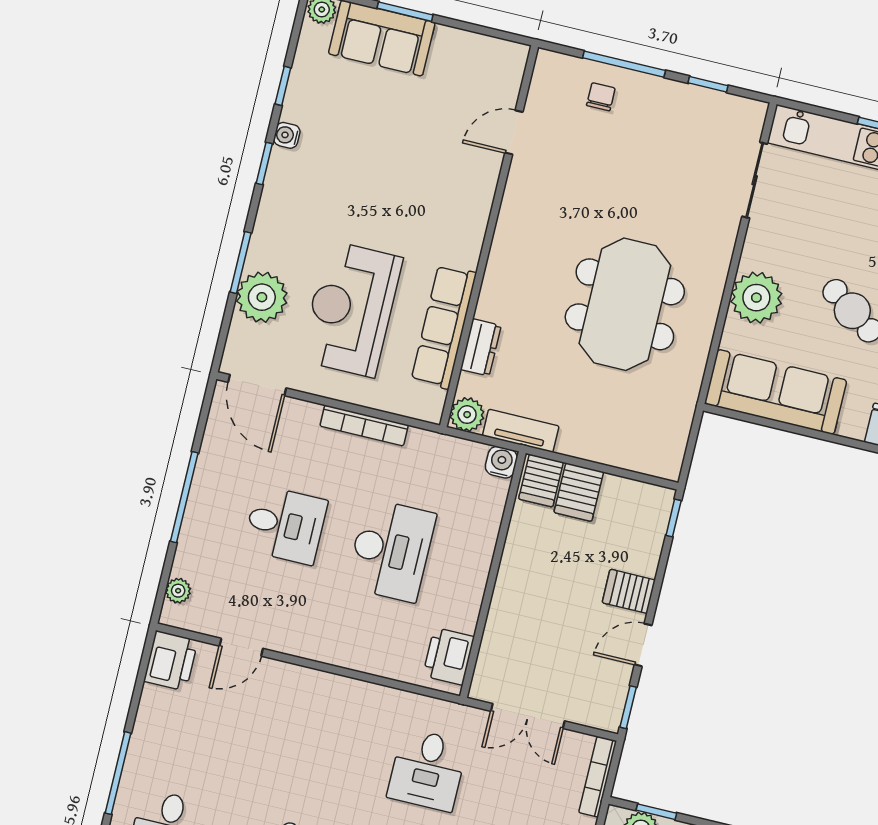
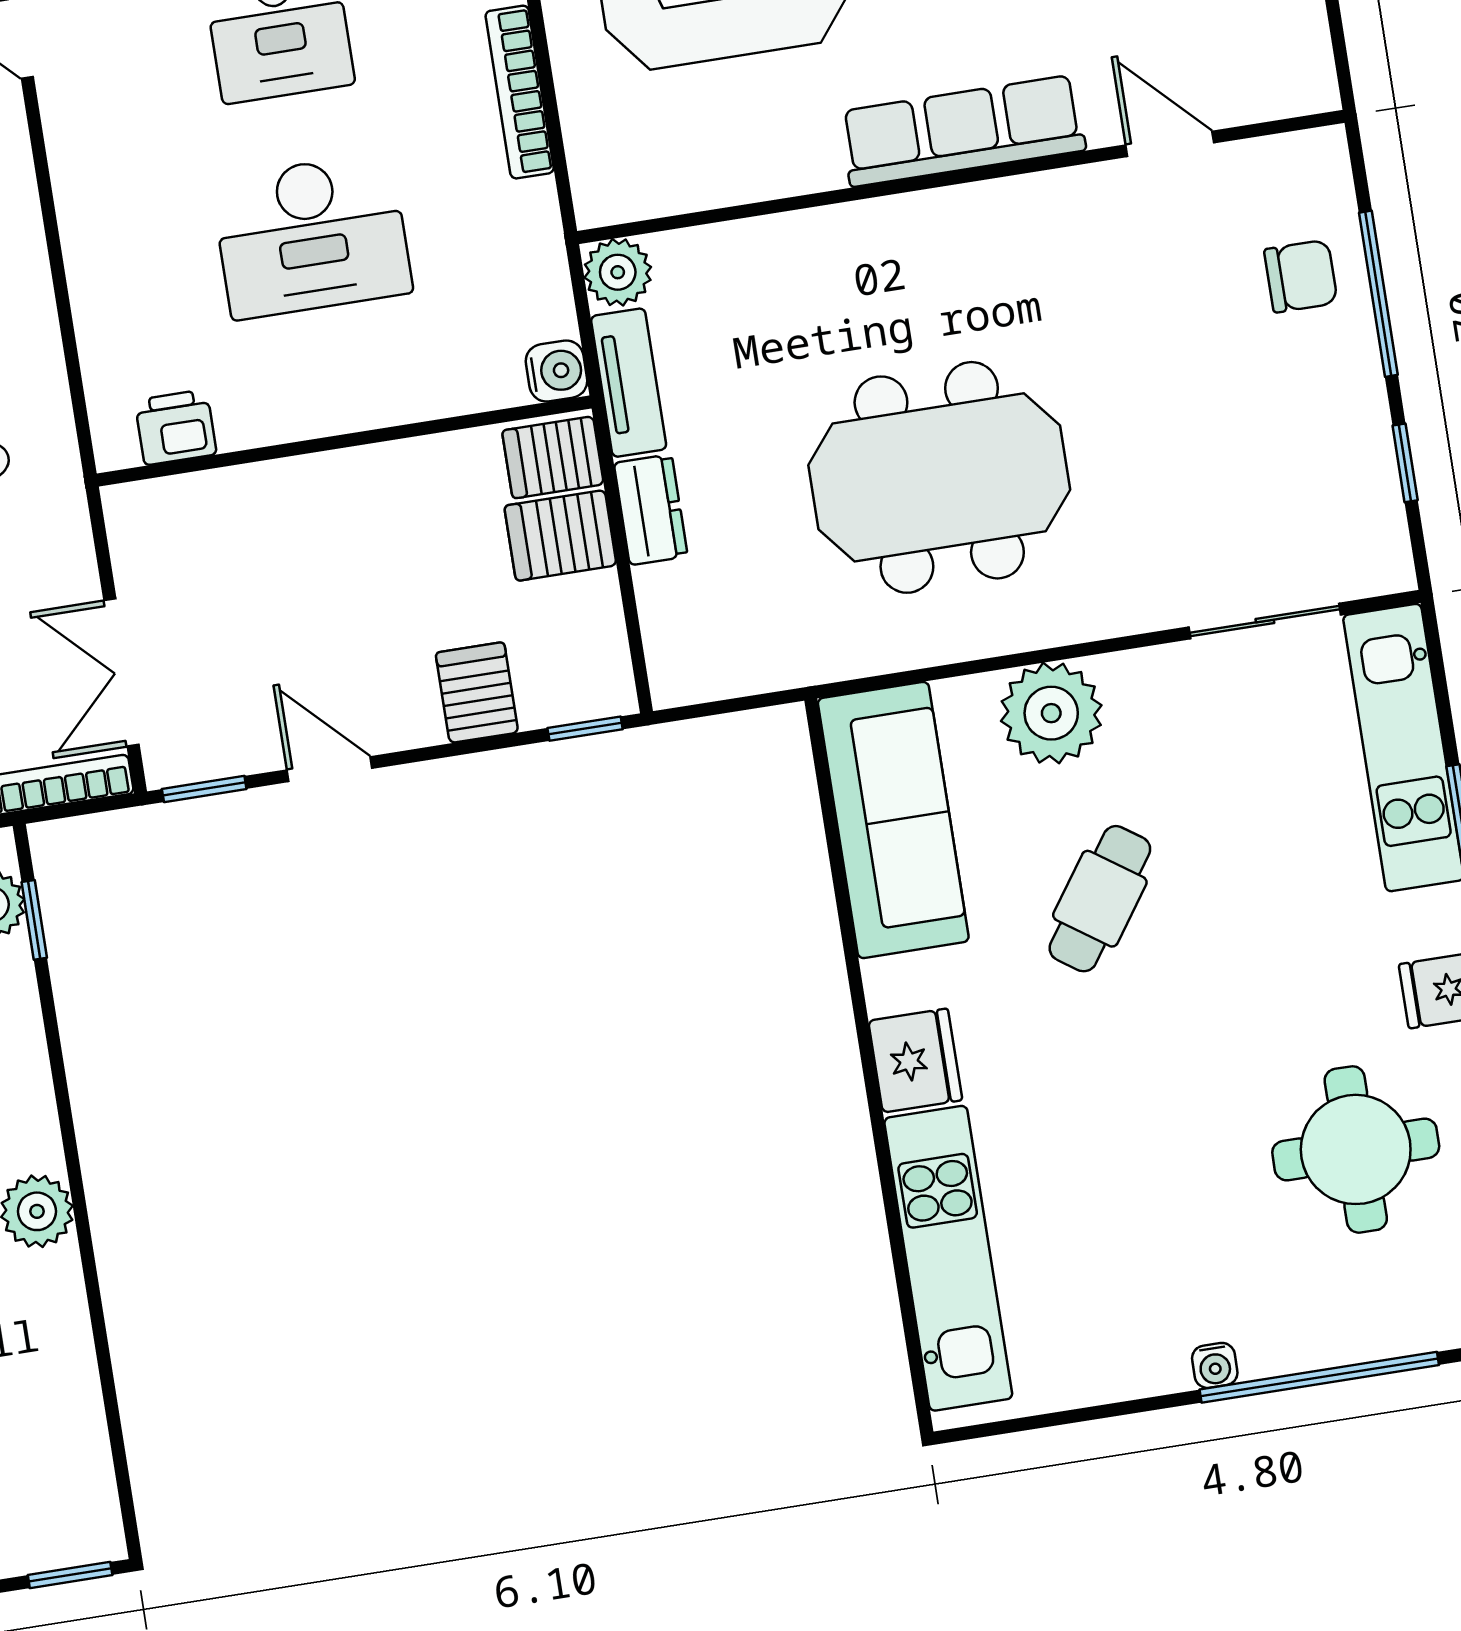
chair: (601, 97) -> (1301, 276), width x1.37, depth x1.37
row of seats: (444, 327) -> (963, 131), moved
dresser: (481, 347) -> (651, 510), moved, turned -90
server rack: (629, 591) -> (477, 693), moved
printer: (449, 656) -> (176, 427), width x0.73, depth x0.81
double door: (528, 716) -> (121, 673), moved

